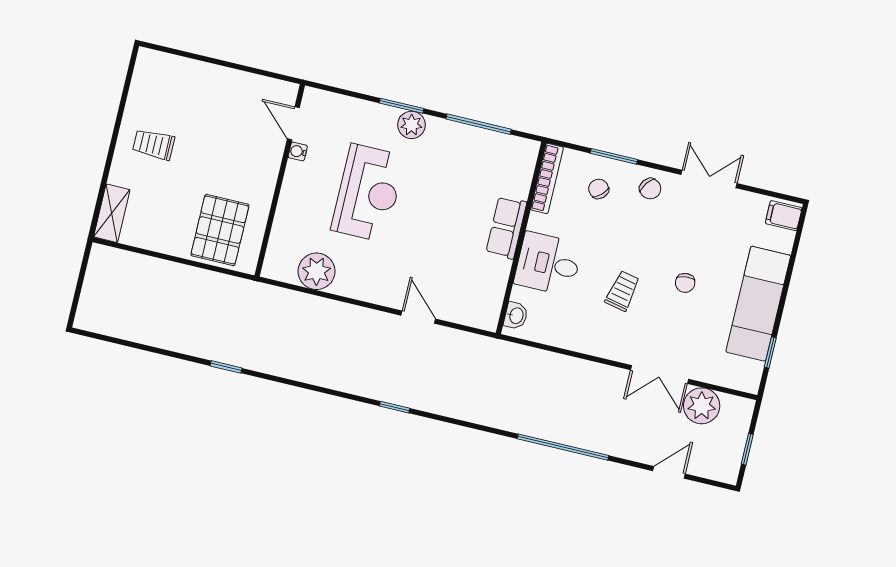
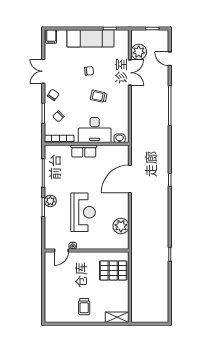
reception desk: (368, 193) -> (83, 212), turned 90
desk: (548, 264) -> (95, 130), width x1.37
door: (418, 317) -> (130, 179), width x1.87

